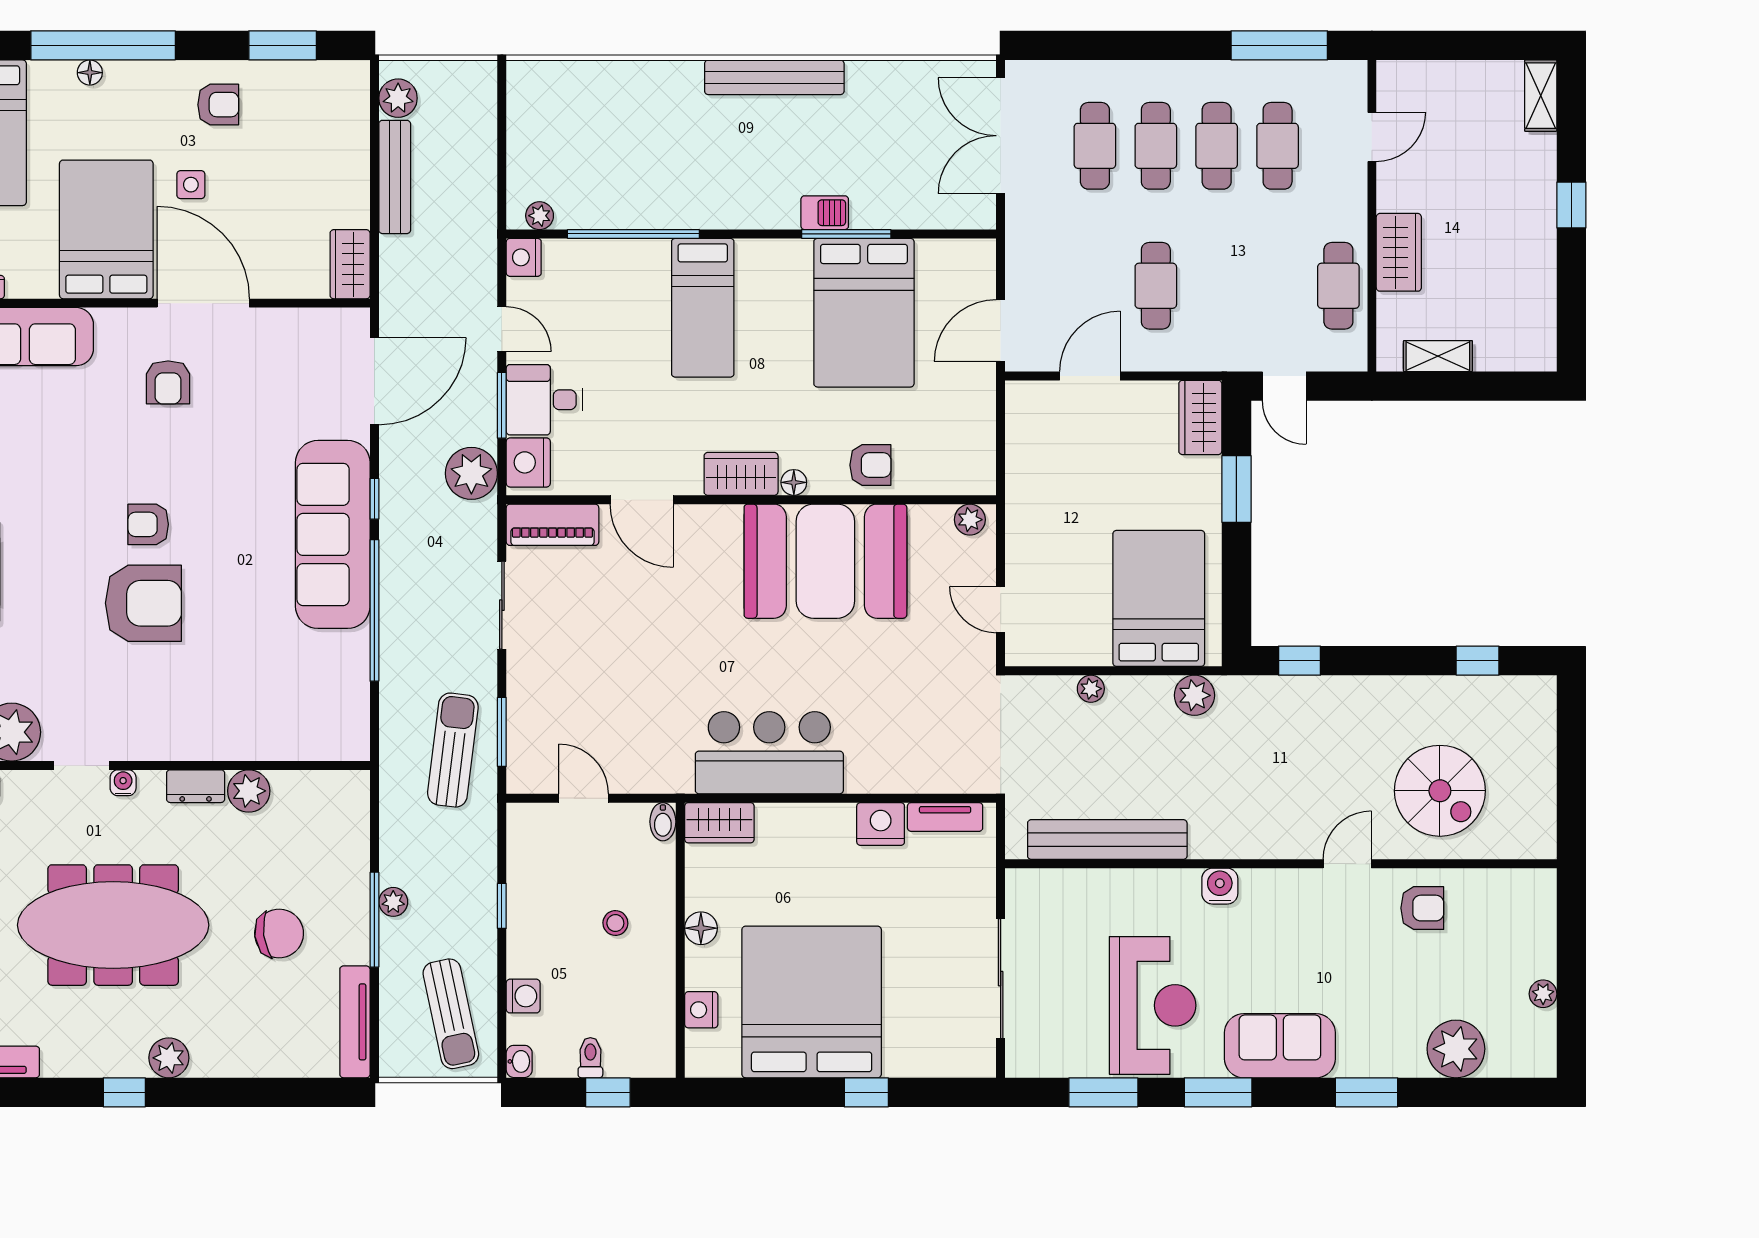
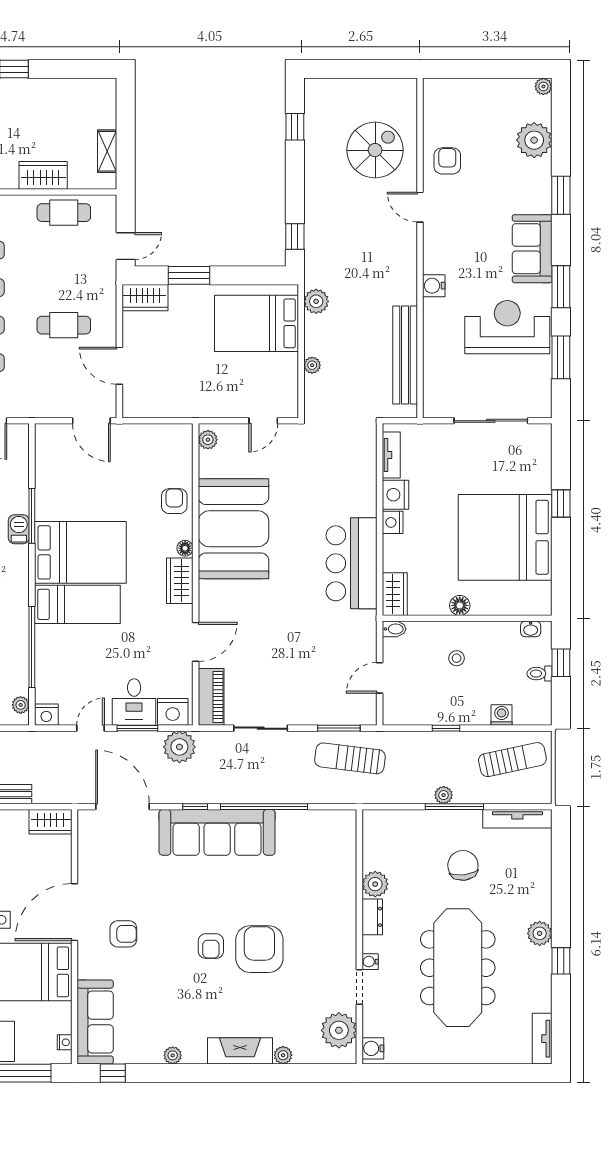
bed: (864, 313) -> (80, 552), moved
plant: (1543, 994) -> (543, 86), moved
nightstand: (701, 1010) -> (393, 522), moved, turned 90
washbasin: (519, 1061) -> (531, 629), moved, turned 180

